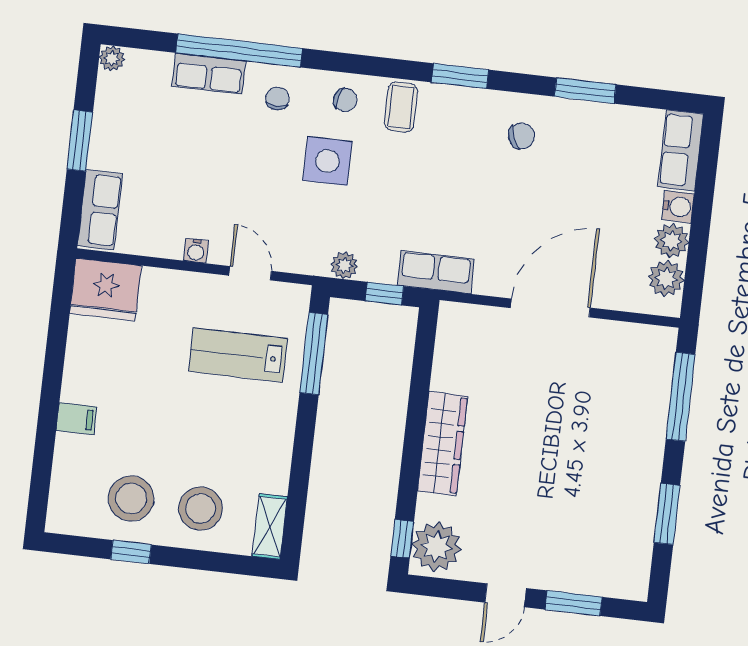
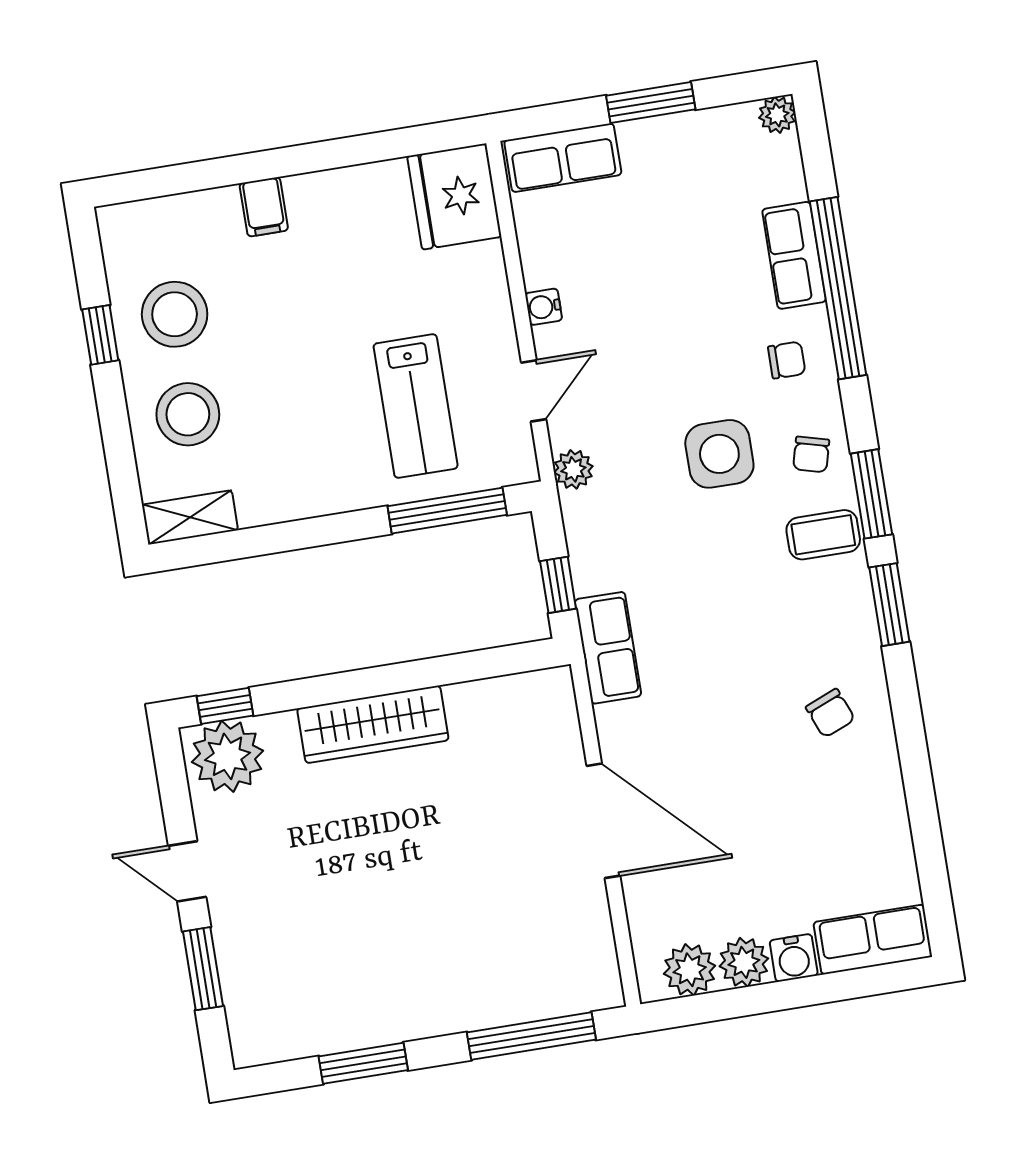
window: (585, 91) -> (871, 494), moved
plant: (344, 265) -> (573, 469), moved
lab bench: (238, 355) -> (416, 406), turned 180

